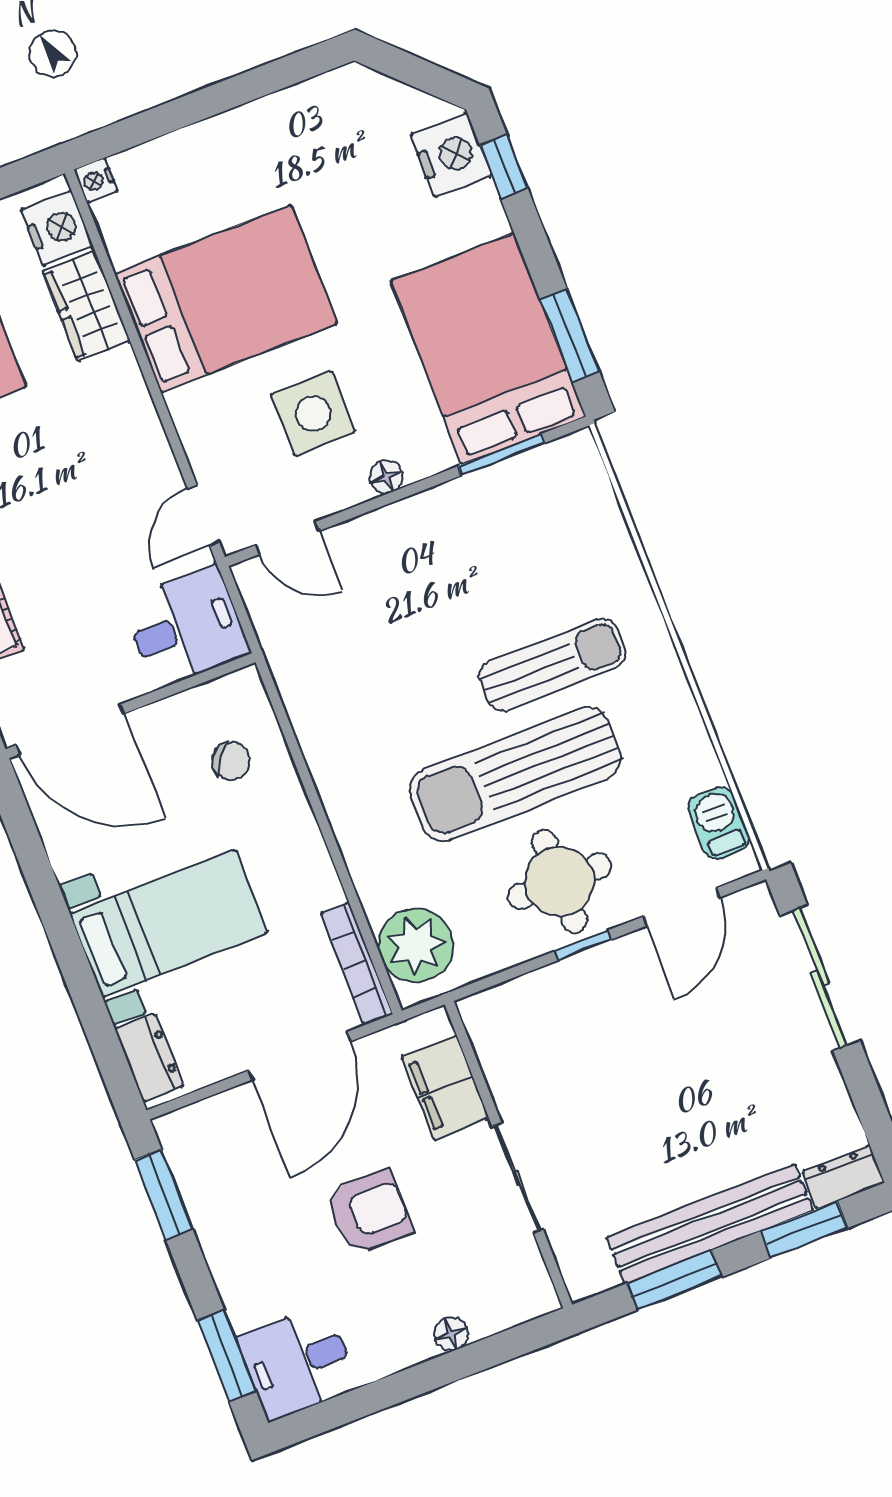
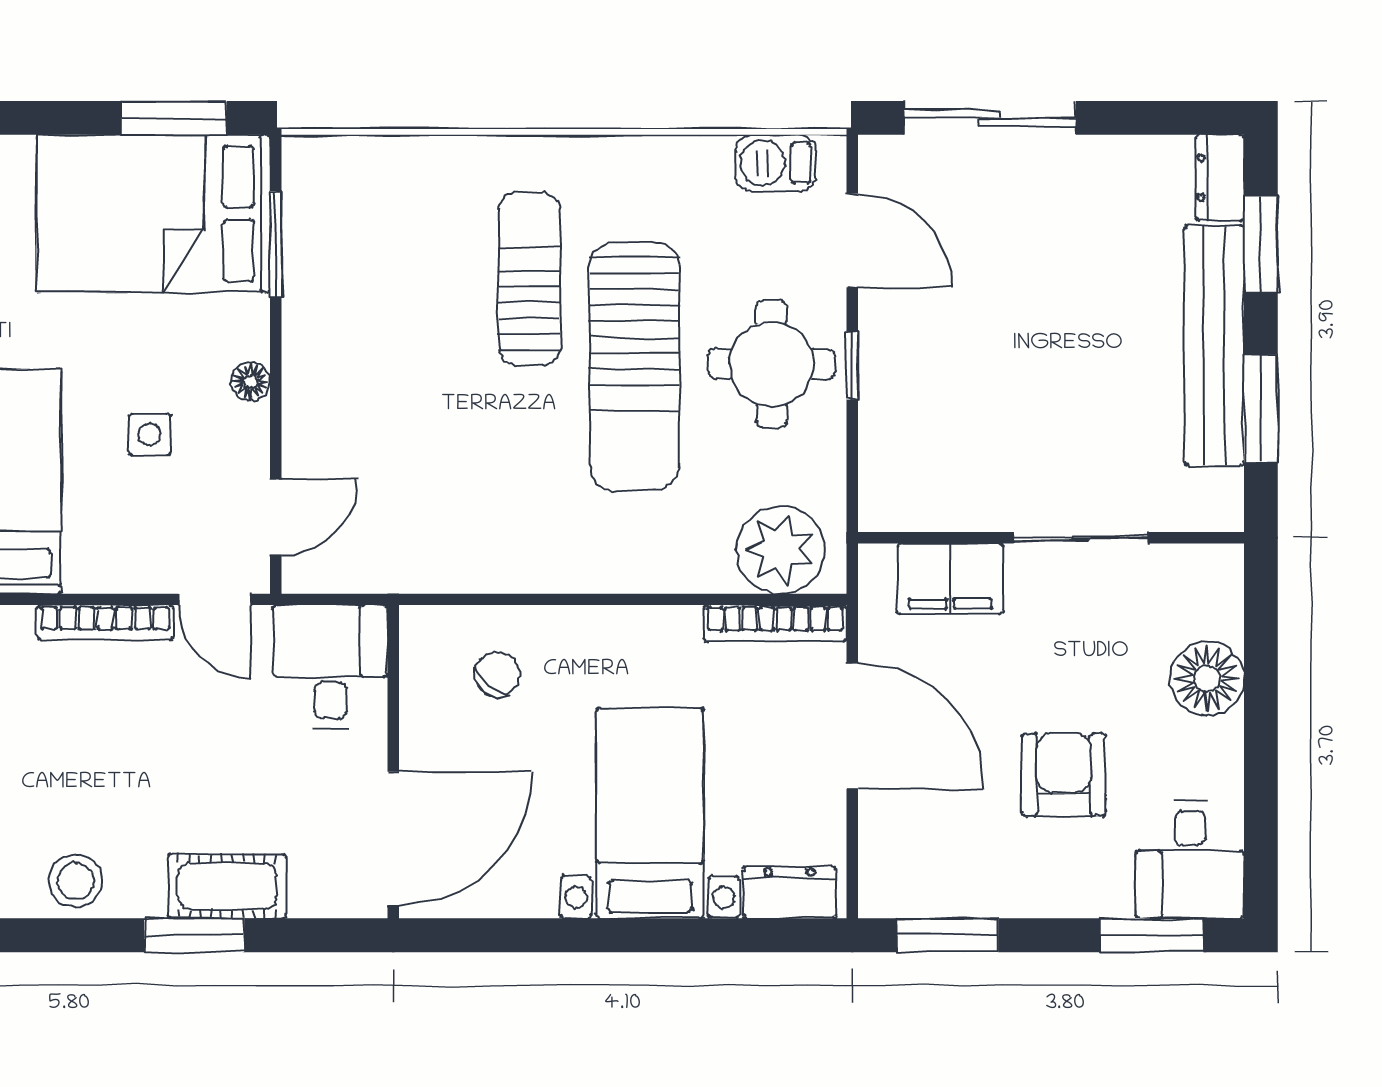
side table: (313, 413) -> (149, 434), width x0.54, depth x0.54
bookcase: (152, 436) -> (105, 622), added
armchair: (369, 1212) -> (1064, 775), moved
floor lamp: (451, 1334) -> (1207, 678), width x1.89, depth x1.89

